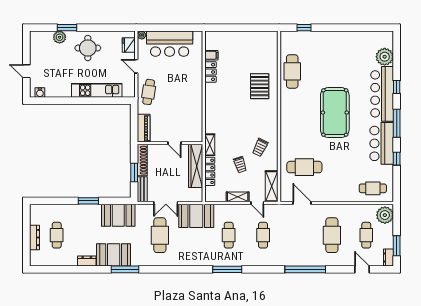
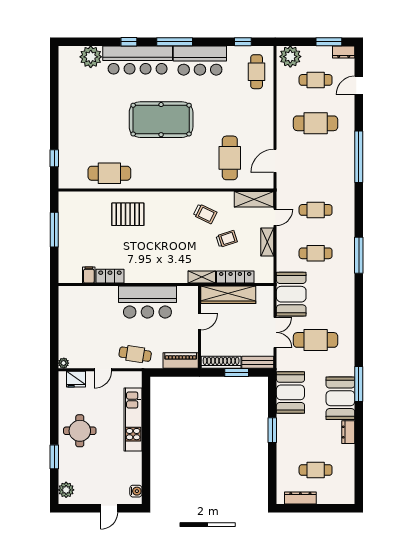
window: (247, 28) -> (54, 230), added
plant: (60, 37) -> (66, 490), moved
bar counter: (170, 44) -> (147, 302), moved, turned 90
window: (397, 159) -> (243, 42), moved
dresser: (34, 238) -> (300, 498), moved

